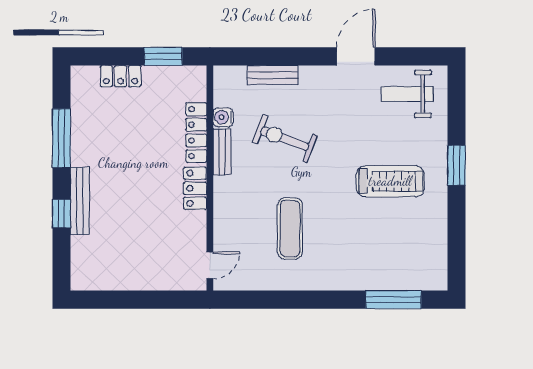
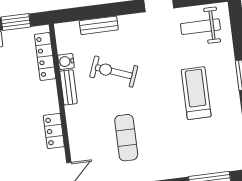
locker: (196, 133) -> (45, 56), moved
treadmill: (390, 181) -> (196, 93), turned -90
locker: (195, 188) -> (54, 131), moved

